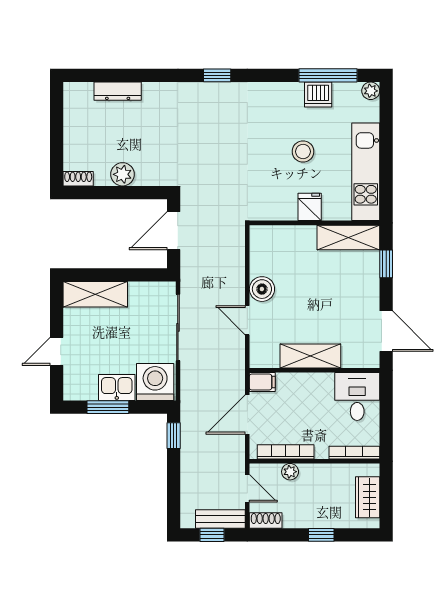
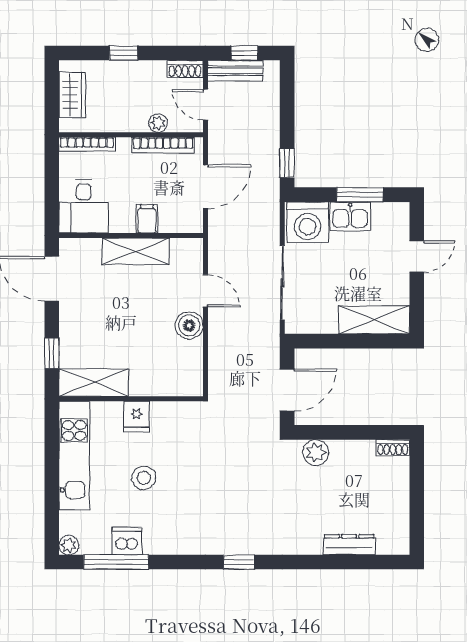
plant: (123, 174) -> (316, 453), moved
filing cabinet: (262, 382) -> (147, 219), moved, turned 90

